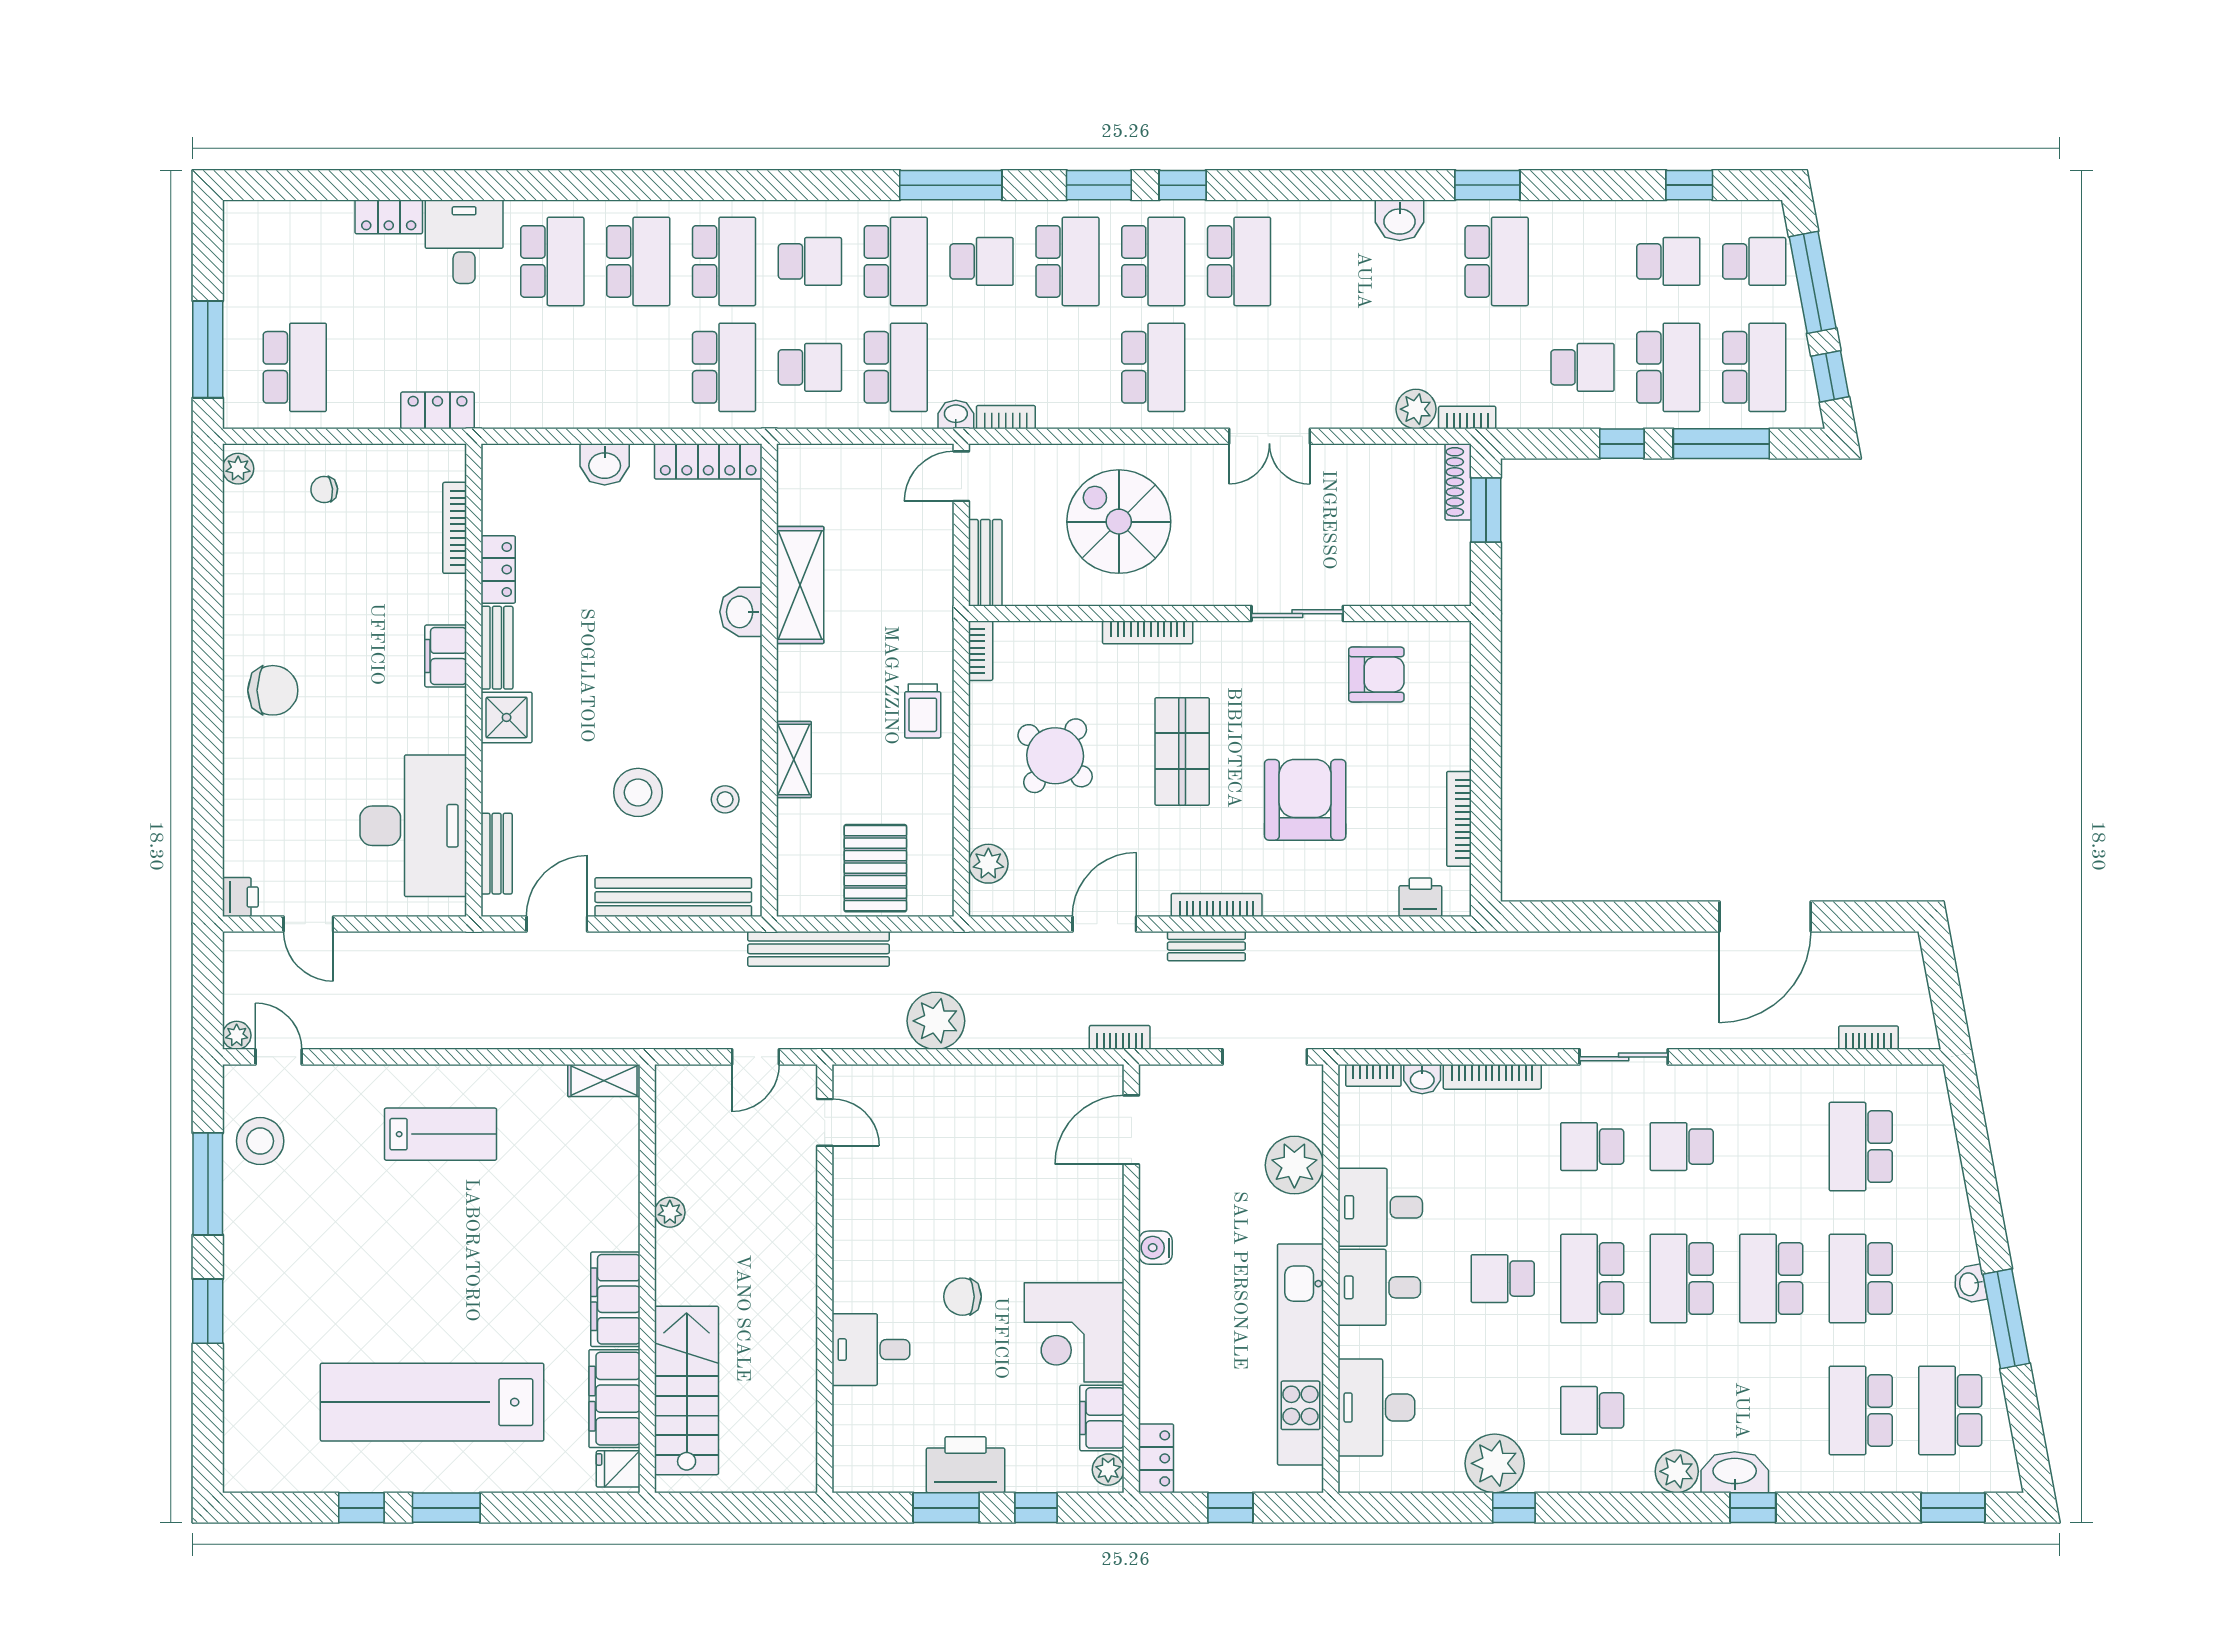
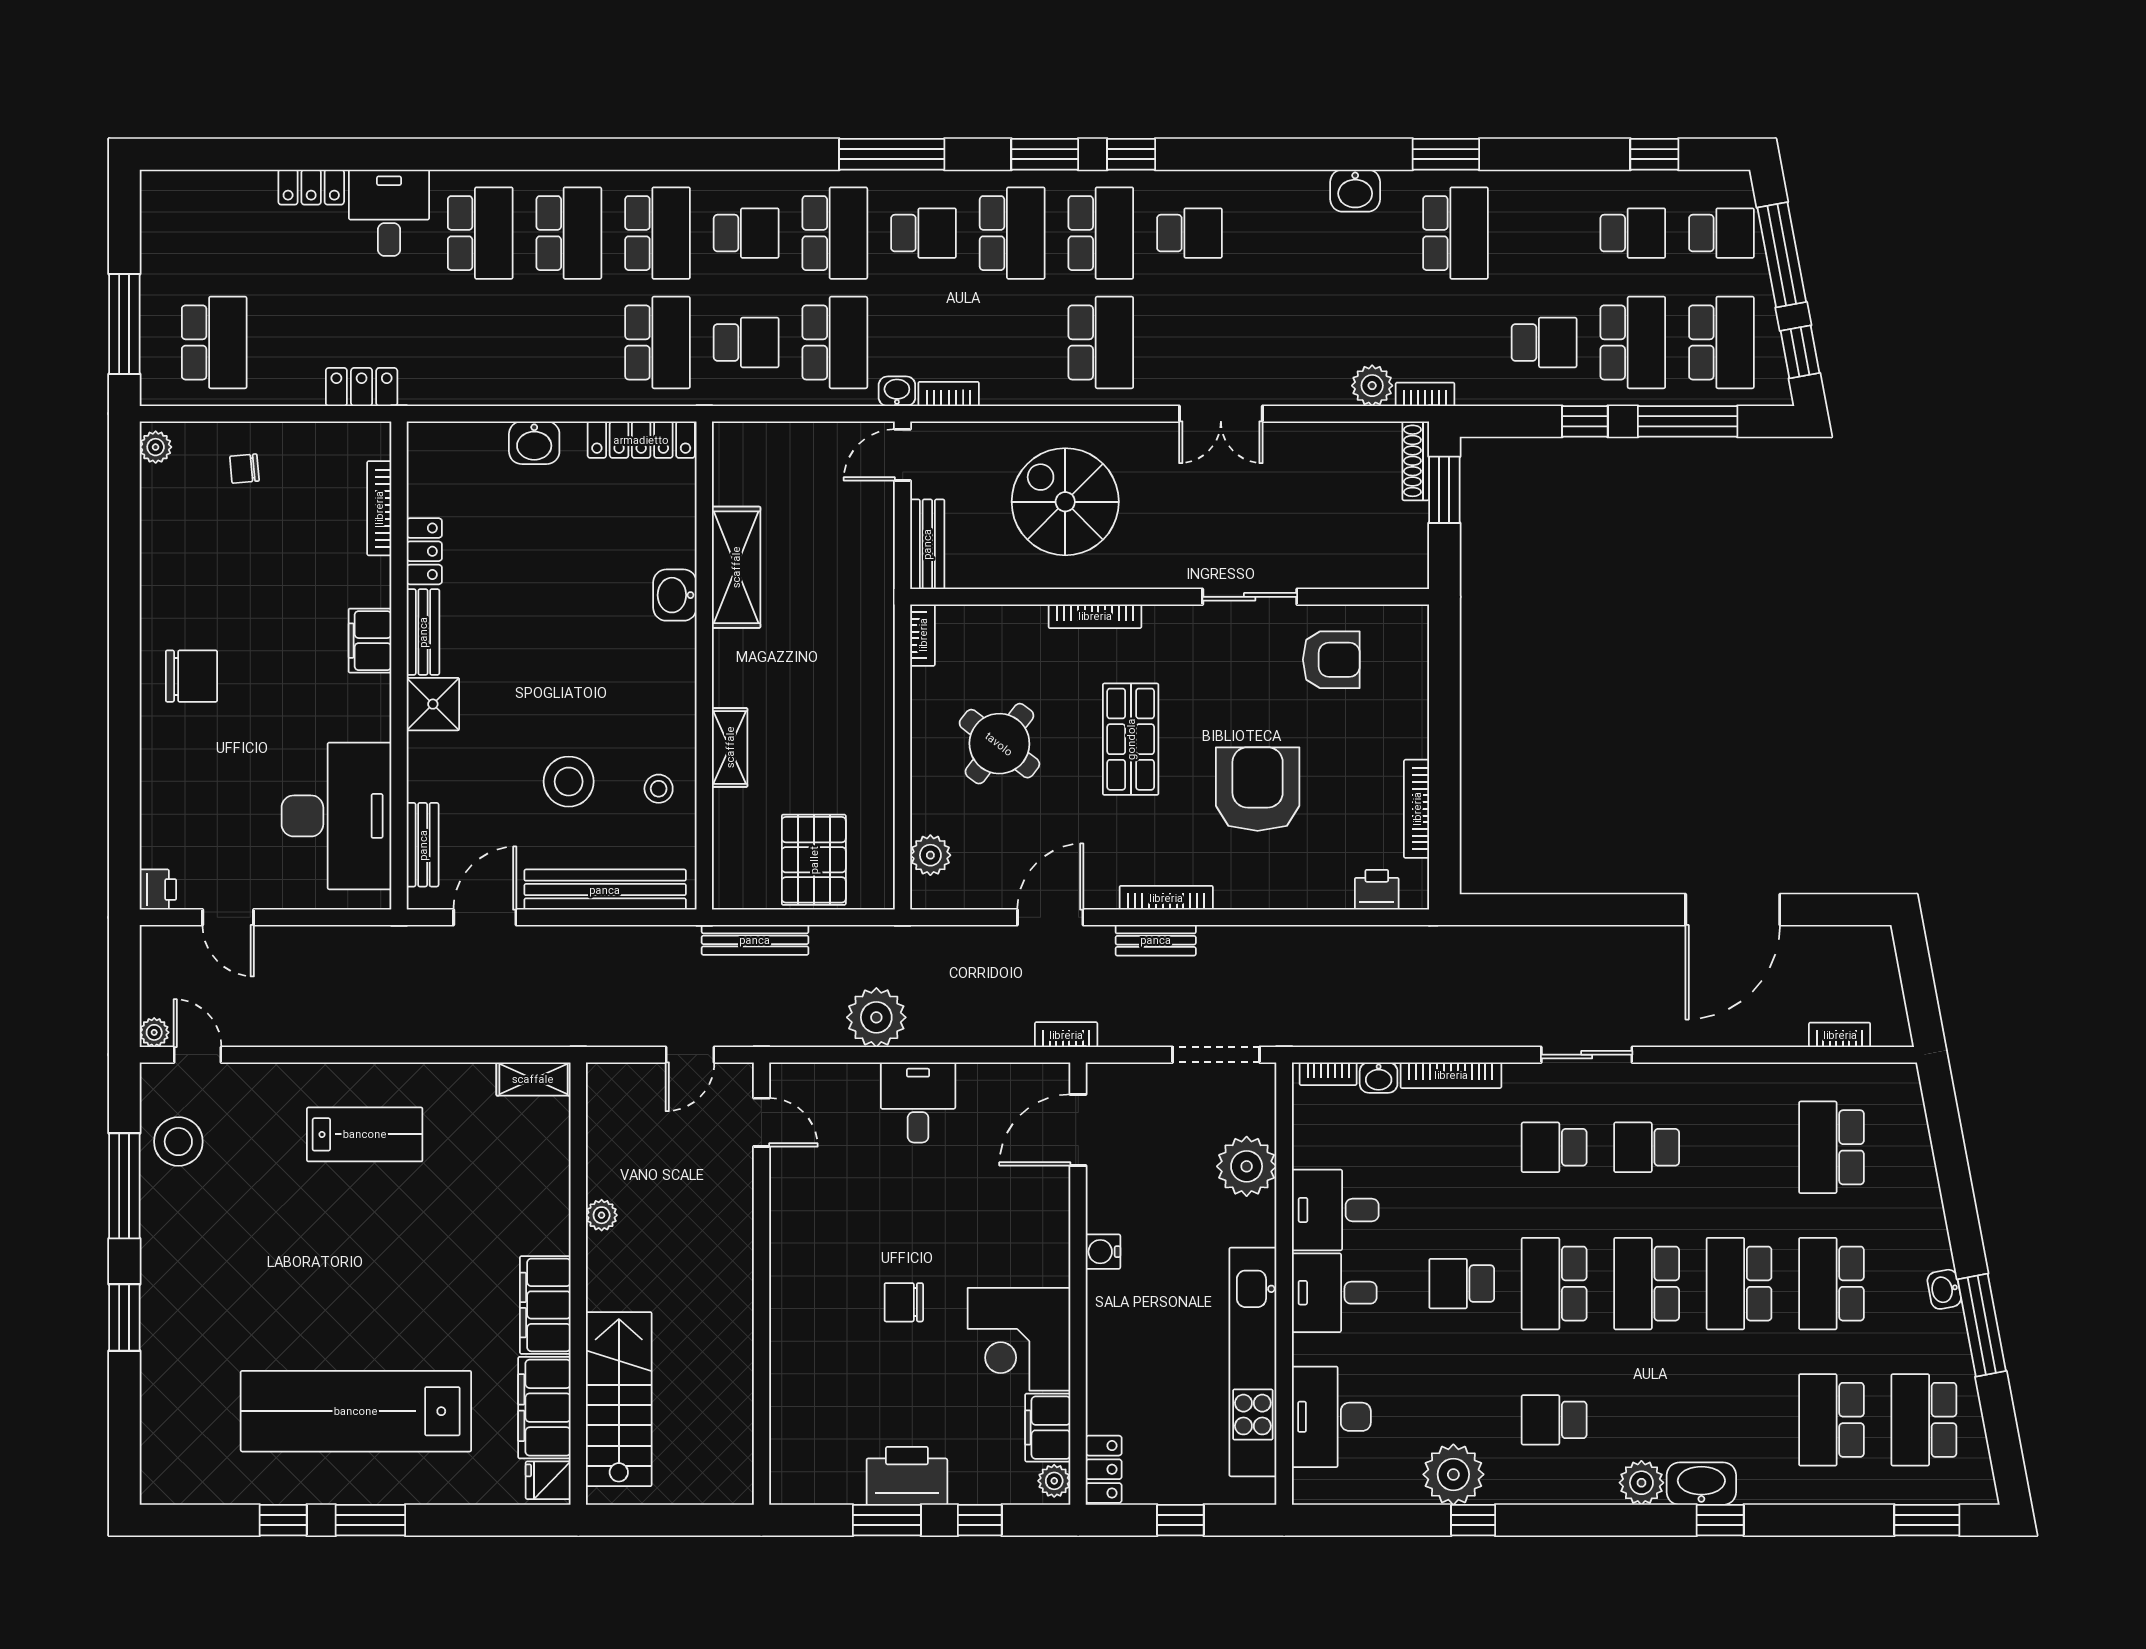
school desk: (1239, 261) -> (1189, 233), width x0.54
trolley: (923, 711) -> (863, 697), removed
bench: (819, 949) -> (755, 940), width x0.73, depth x0.82
desk: (871, 1350) -> (918, 1102), moved, turned 90

